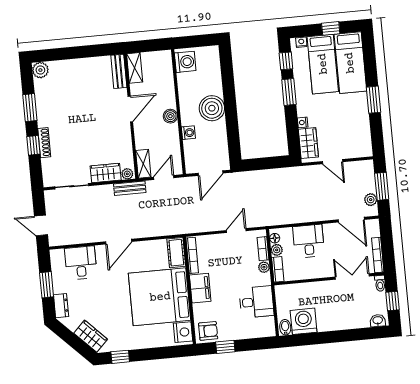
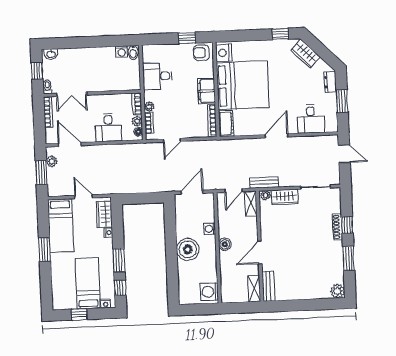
bed: (350, 63) -> (61, 225), moved, turned 180
washing machine: (304, 321) -> (122, 52), width x0.53, depth x0.53

